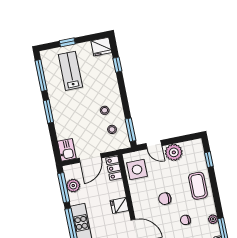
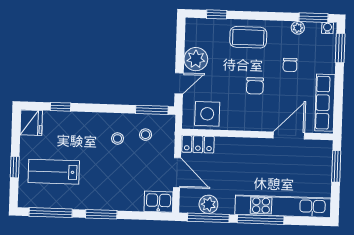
fridge: (119, 205) -> (250, 149), removed

